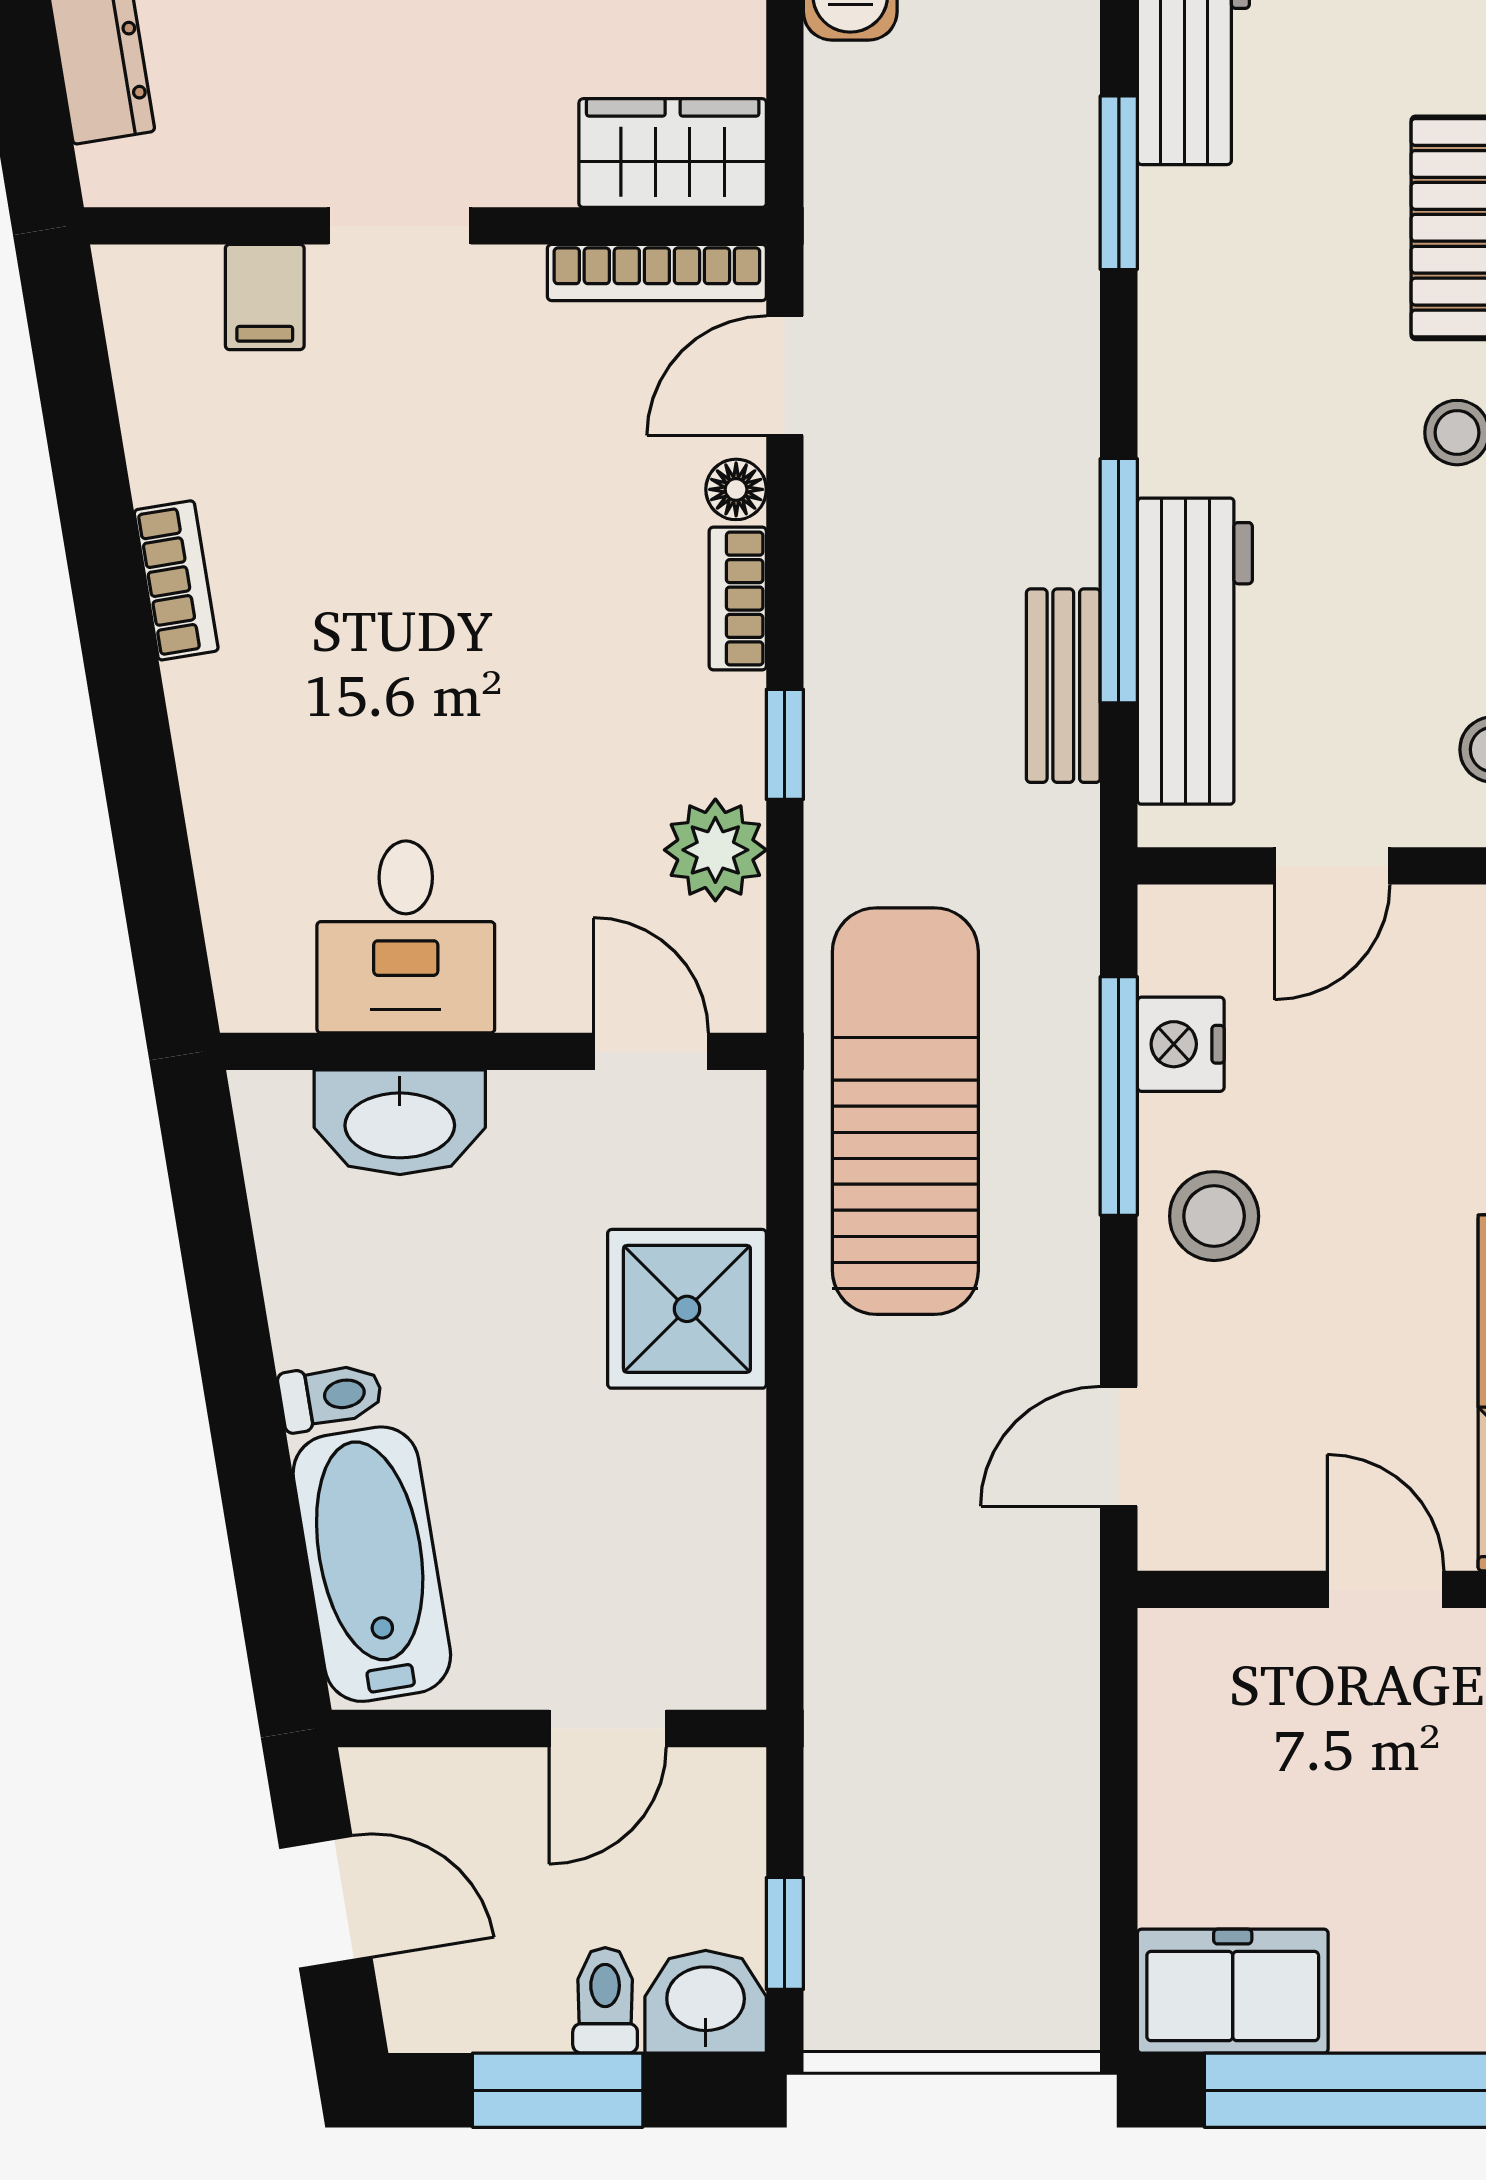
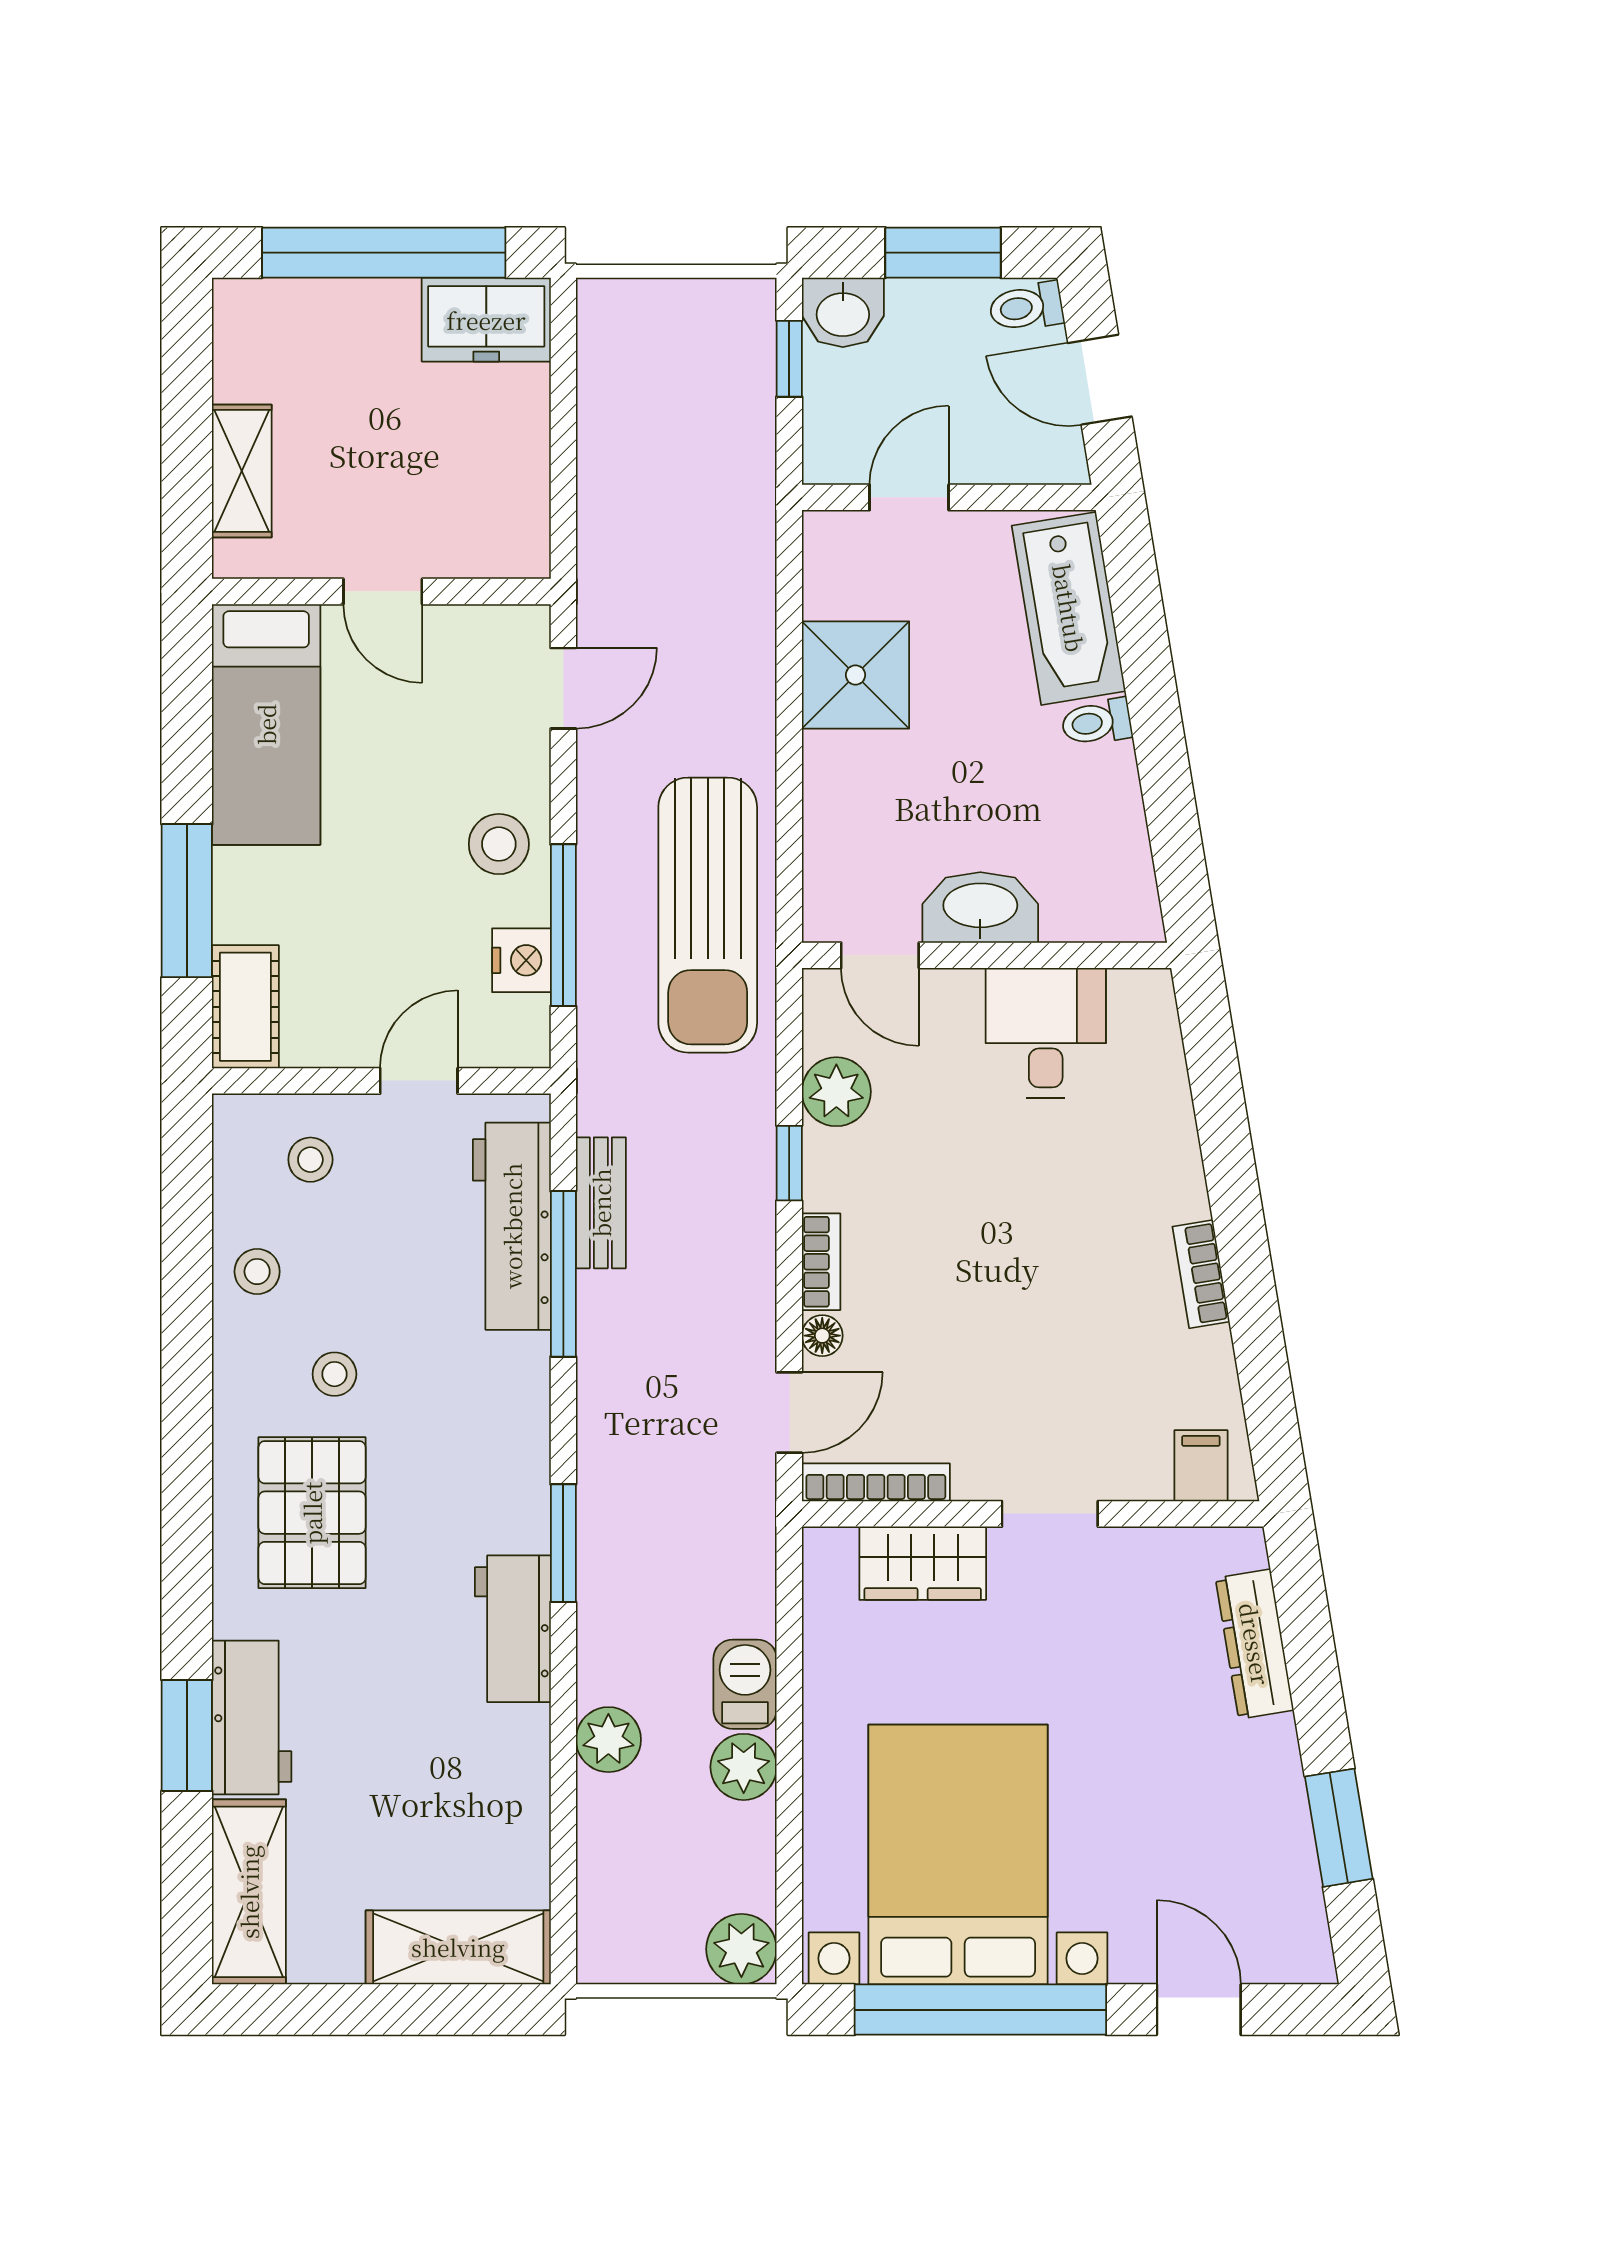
wardrobe: (673, 153) -> (923, 1563), moved
filing cabinet: (265, 297) -> (1201, 1466), moved
washbasin: (400, 1122) -> (980, 907), moved
shower: (687, 1309) -> (855, 675), moved
toilet: (605, 2000) -> (1026, 307), moved, turned 81

